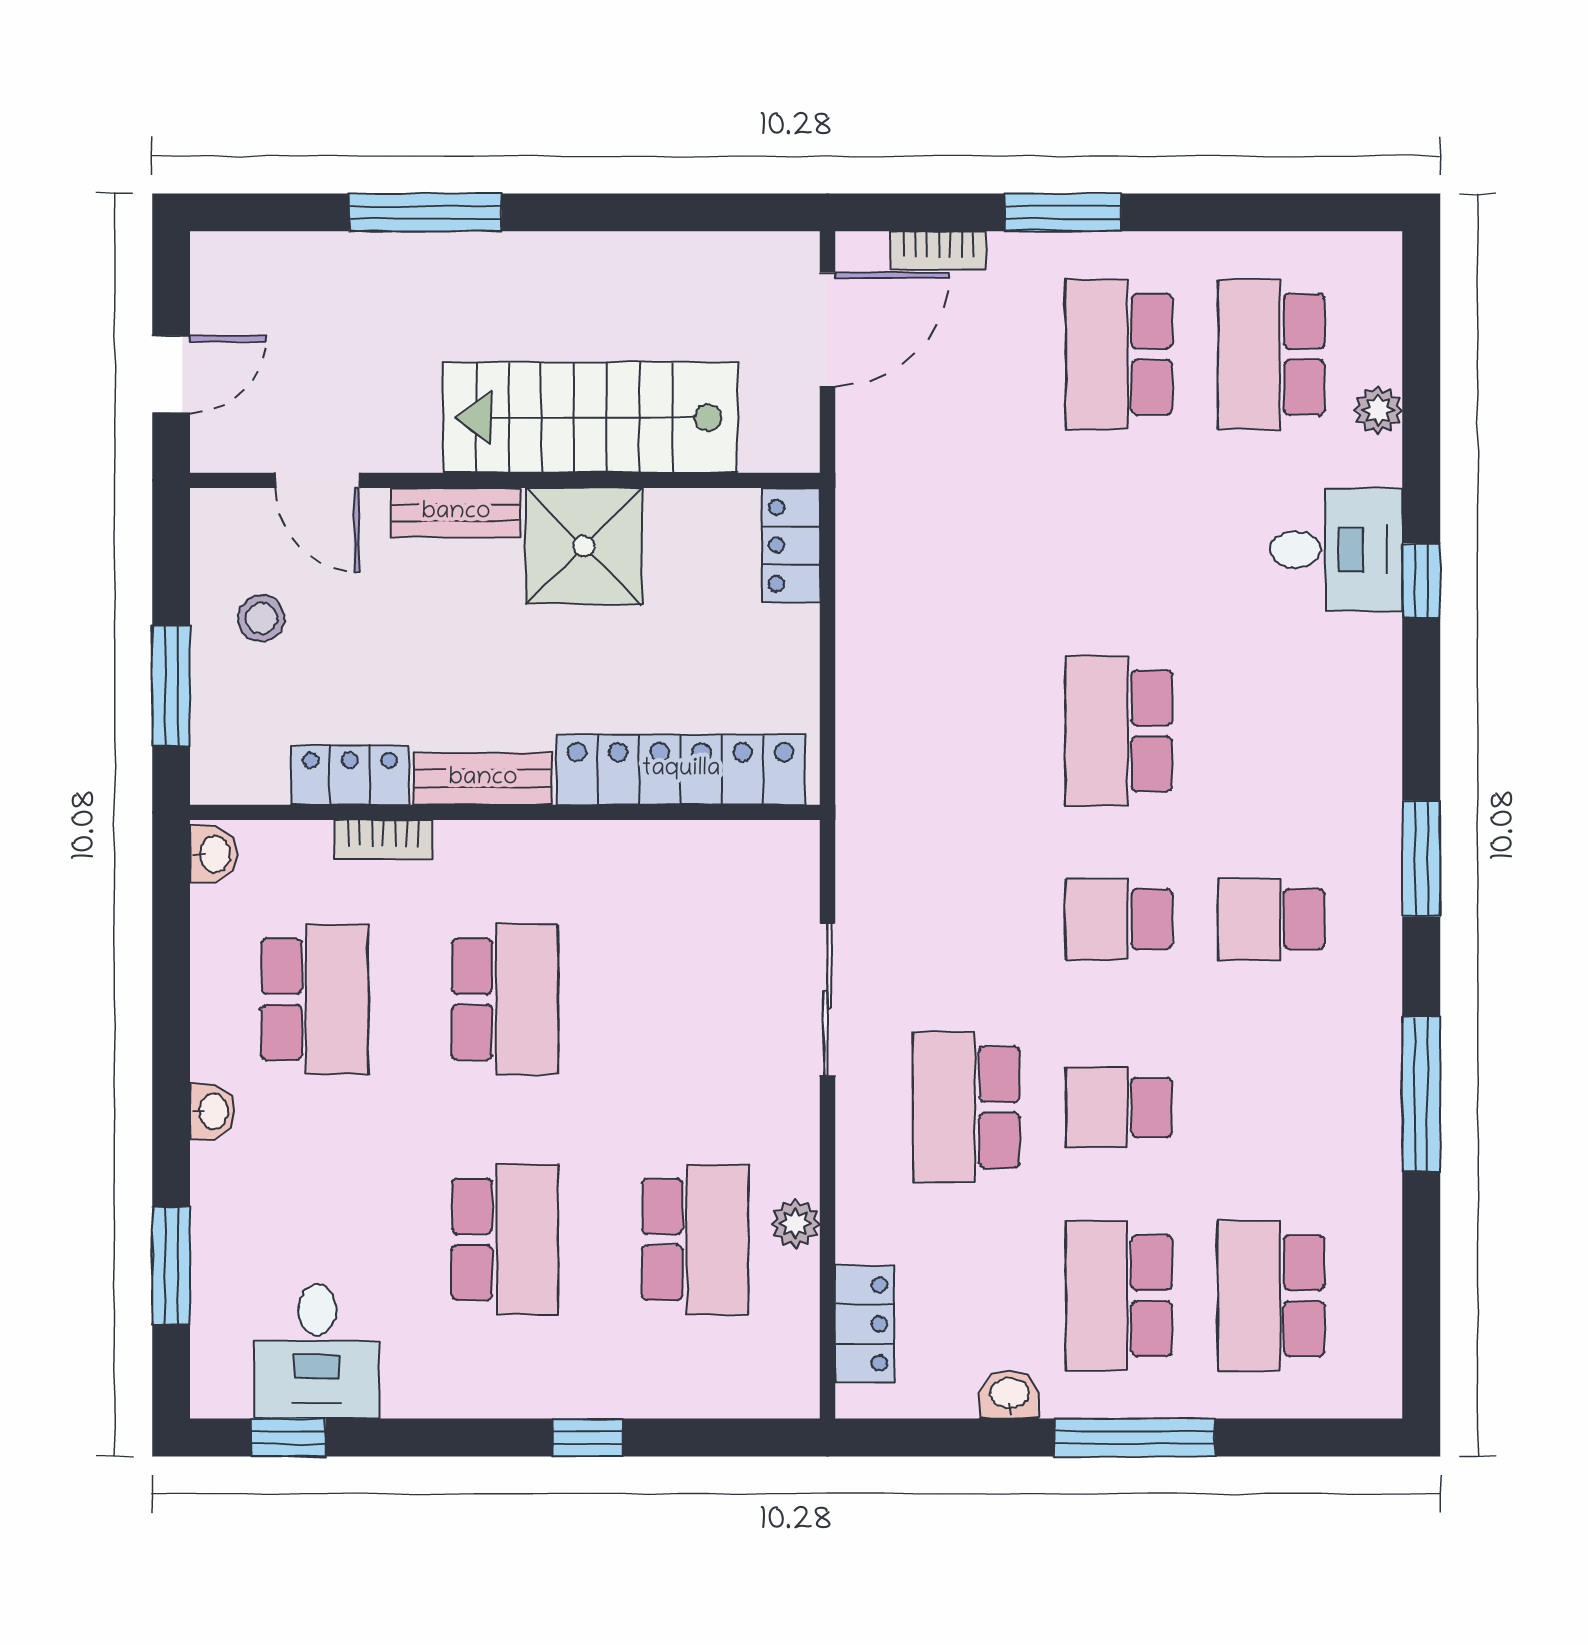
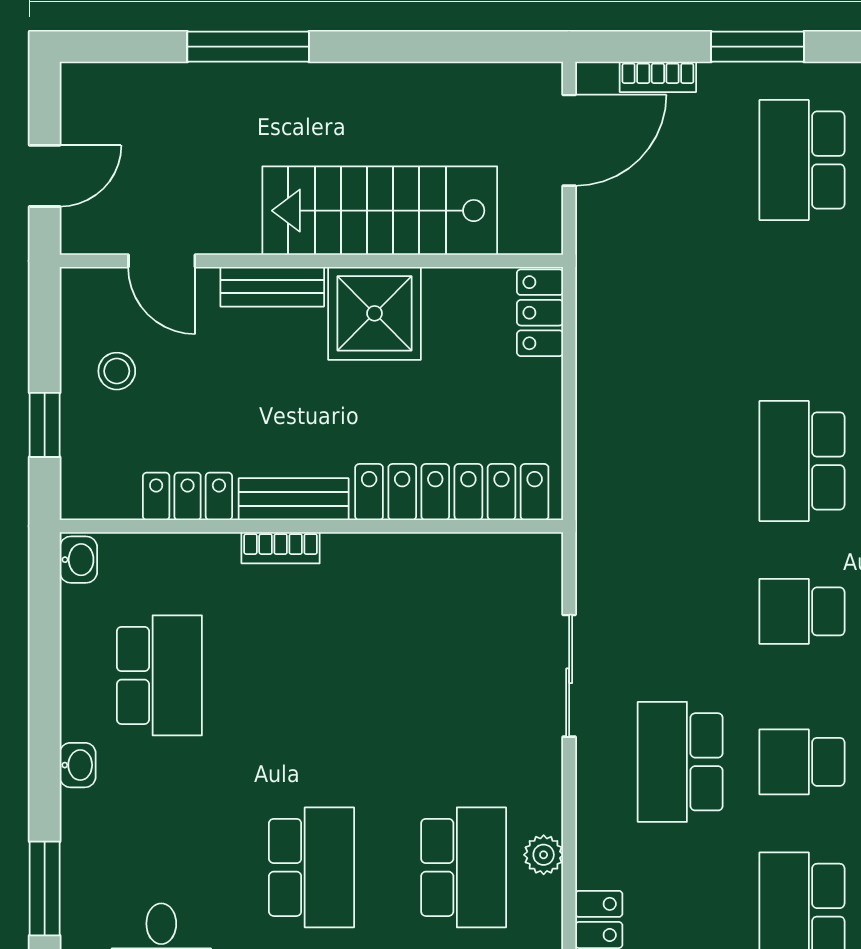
window: (171, 686) -> (45, 425), width x0.67
bookcase: (383, 840) -> (281, 548), moved
school desk: (505, 999) -> (311, 675), removed

